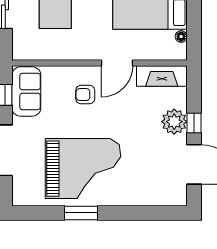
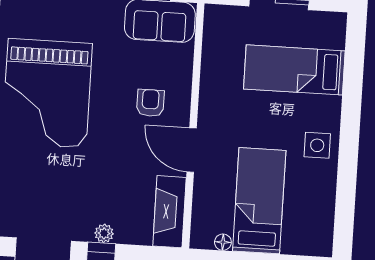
plant: (174, 122) -> (104, 233), width x0.53, depth x0.53

